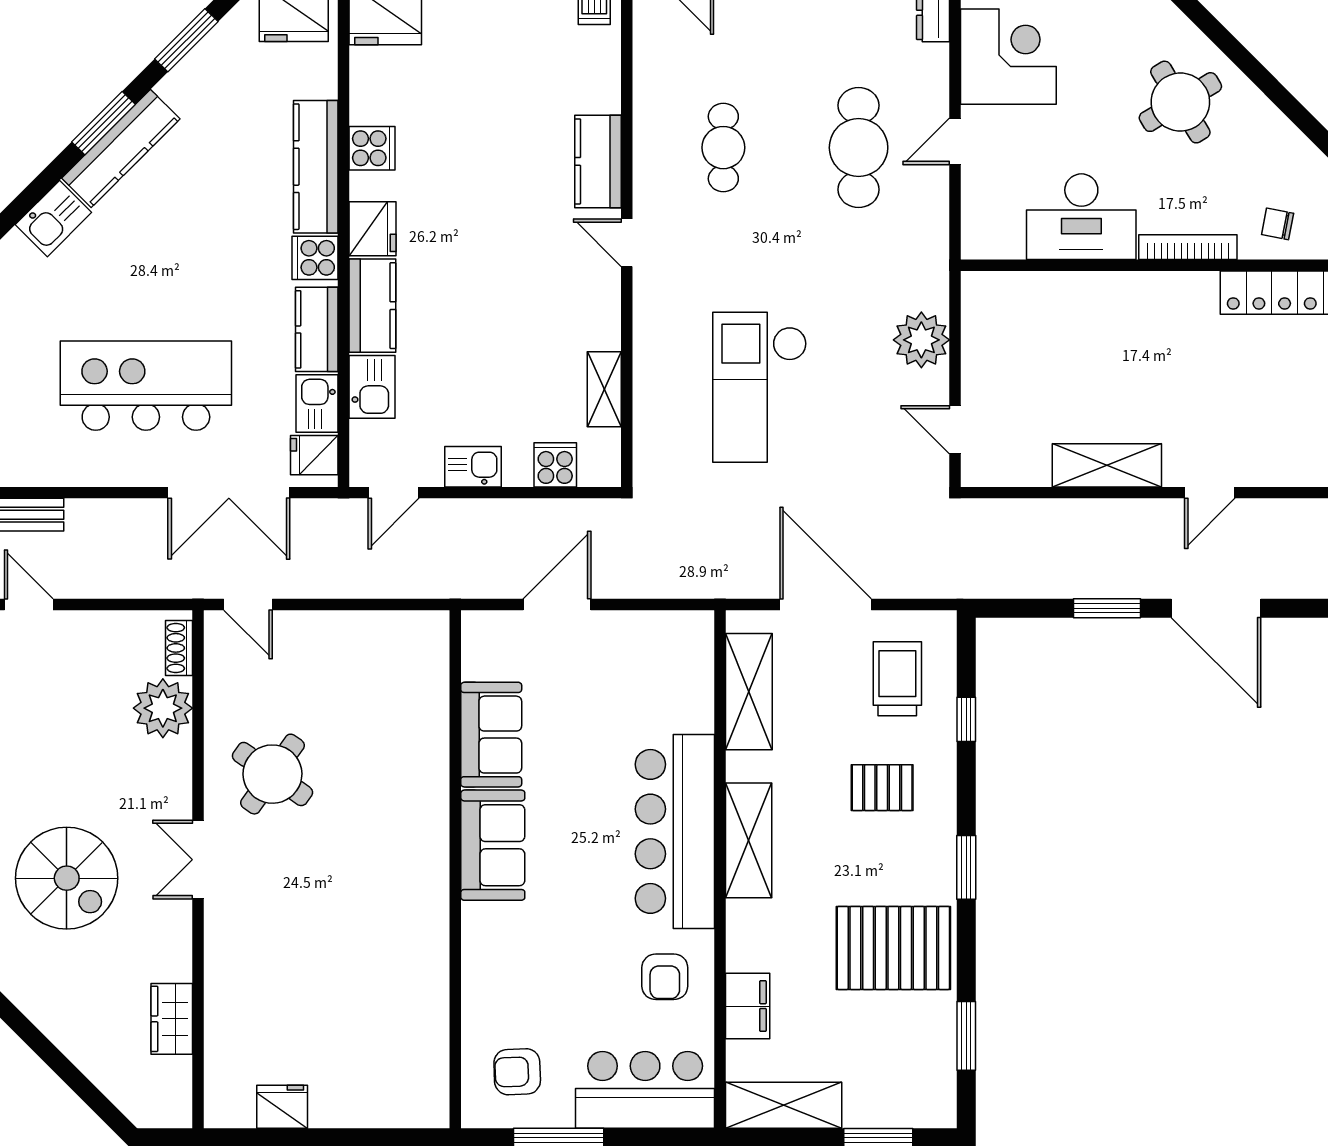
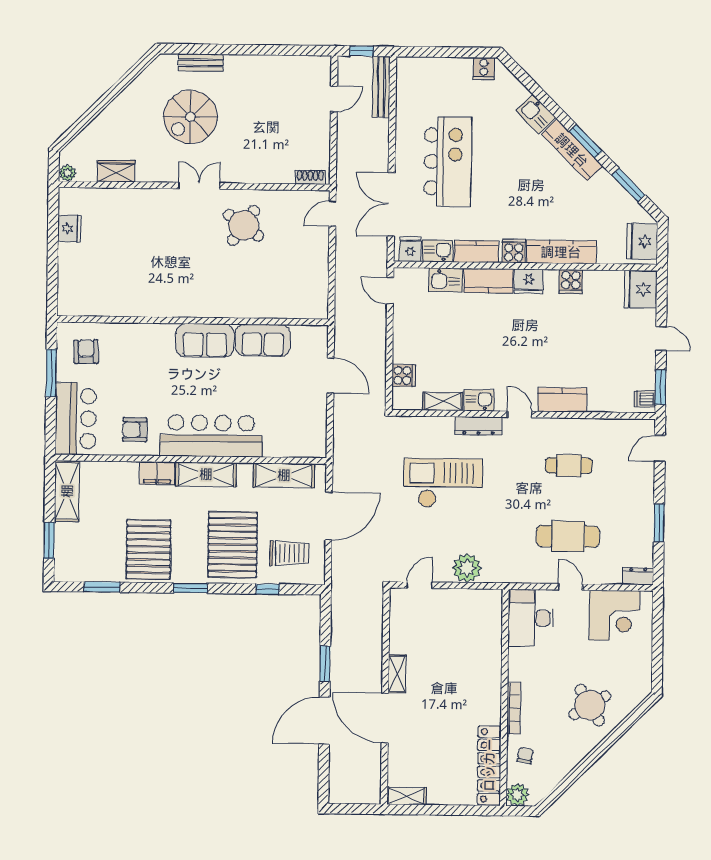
desk: (1081, 217) -> (531, 618), moved
door: (627, 243) -> (520, 414), hinge flipped
dresser: (650, 321) -> (479, 426), added
shelving: (1107, 465) -> (397, 674), width x0.67, depth x0.75
kitchen sink: (473, 467) -> (479, 400), moved, turned -90
door: (1210, 493) -> (385, 718), width x1.88
plant: (163, 708) -> (68, 173), moved, width x0.53, depth x0.53
pallet: (882, 788) -> (233, 545), width x2.05, depth x2.00
filing cabinet: (748, 1006) -> (157, 473), moved

